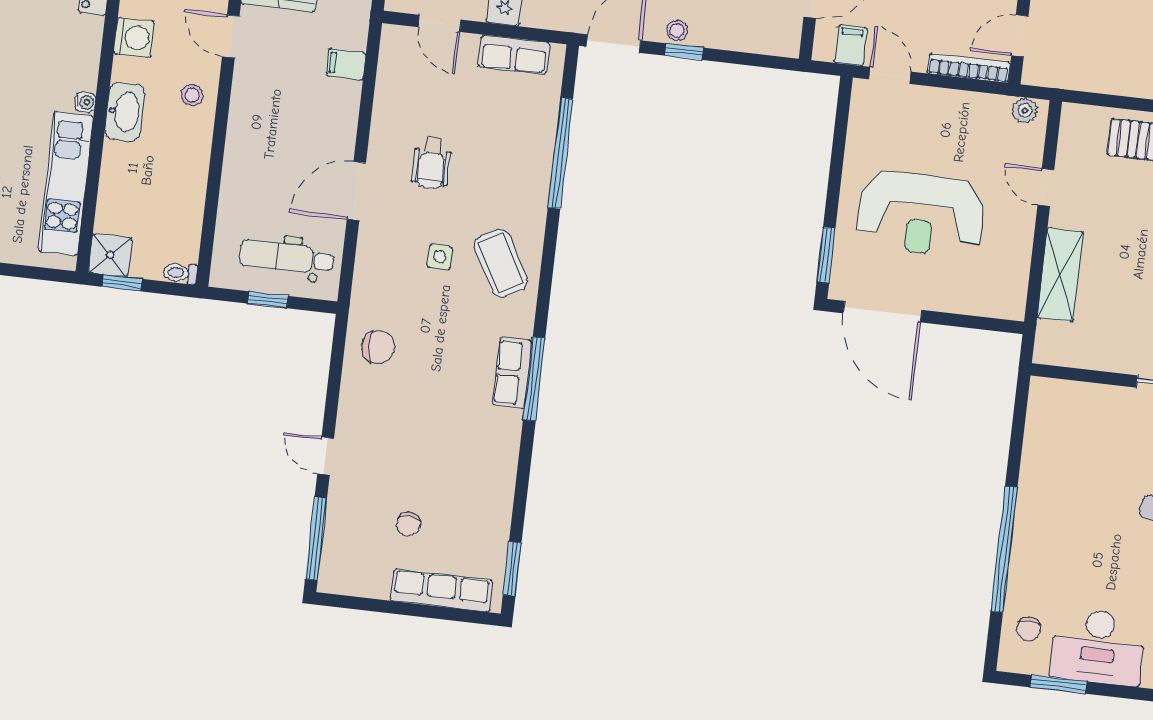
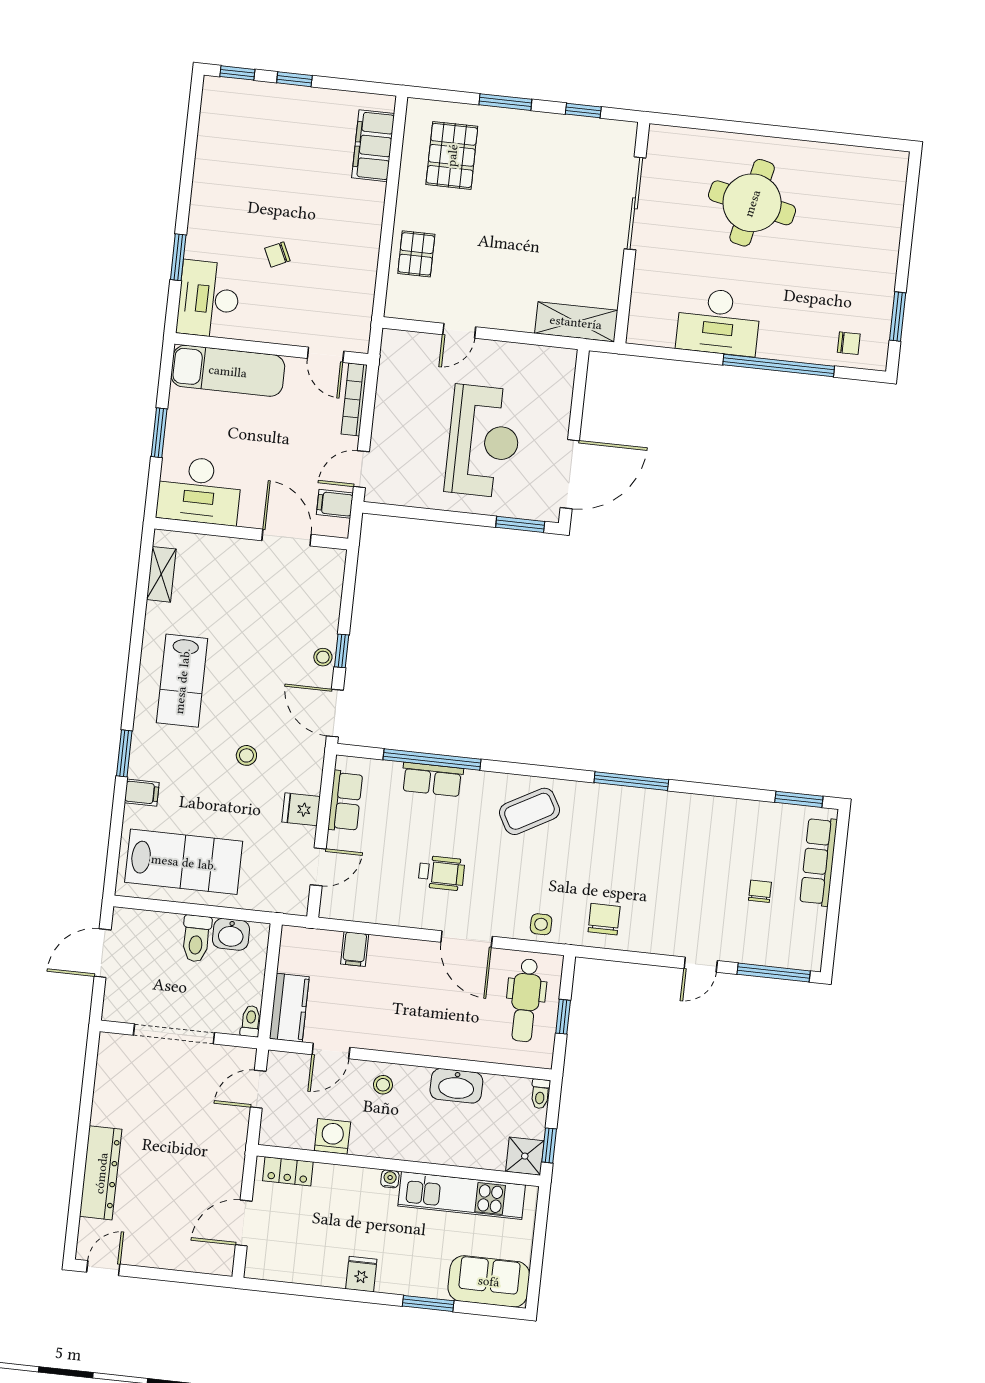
plant: (1025, 110) -> (391, 350), removed
washbasin: (125, 112) -> (456, 1086), moved, turned 180
side table: (440, 257) -> (541, 924), moved
shelving: (1060, 275) -> (576, 322), moved
row of seats: (512, 373) -> (432, 779), moved
chair: (408, 524) -> (760, 891), turned -90
desk: (1098, 647) -> (718, 322), moved, turned 90

